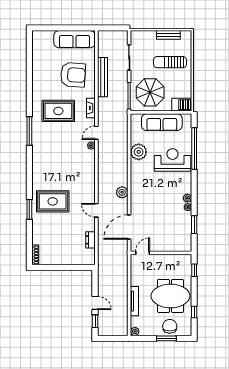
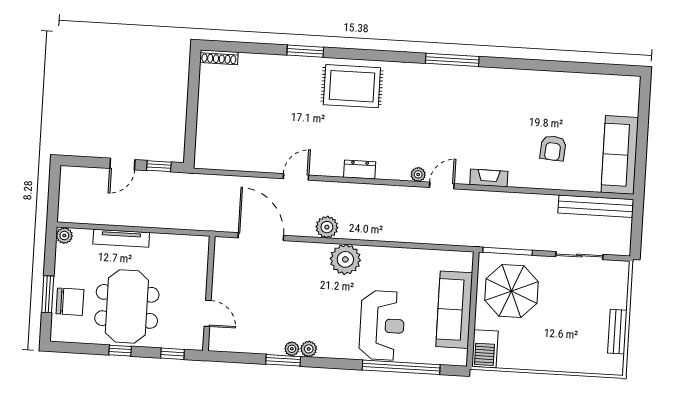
sun lounger: (170, 62) -> (566, 332), removed
armchair: (73, 75) -> (553, 148), width x0.53, depth x0.53
bench: (102, 77) -> (596, 206), moved
rug: (58, 111) -> (487, 117), removed
door: (96, 133) -> (442, 185), hinge flipped
plant: (139, 152) -> (345, 259), moved
rug: (53, 201) -> (352, 86), moved, turned 90
window: (194, 225) -> (283, 360), moved
dresser: (90, 240) -> (360, 170), moved
door: (143, 253) -> (208, 313), moved
window: (194, 312) -> (120, 351), moved
window: (95, 321) -> (159, 166), moved

